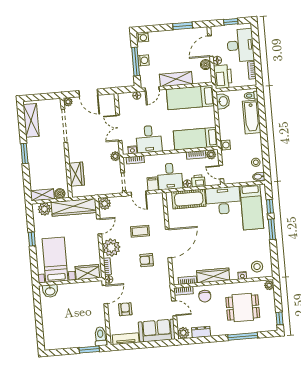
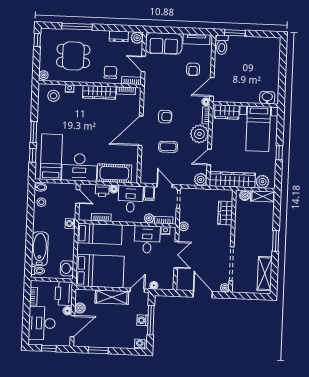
bed: (190, 97) -> (100, 271), width x1.50
plant: (211, 154) -> (149, 218), moved

